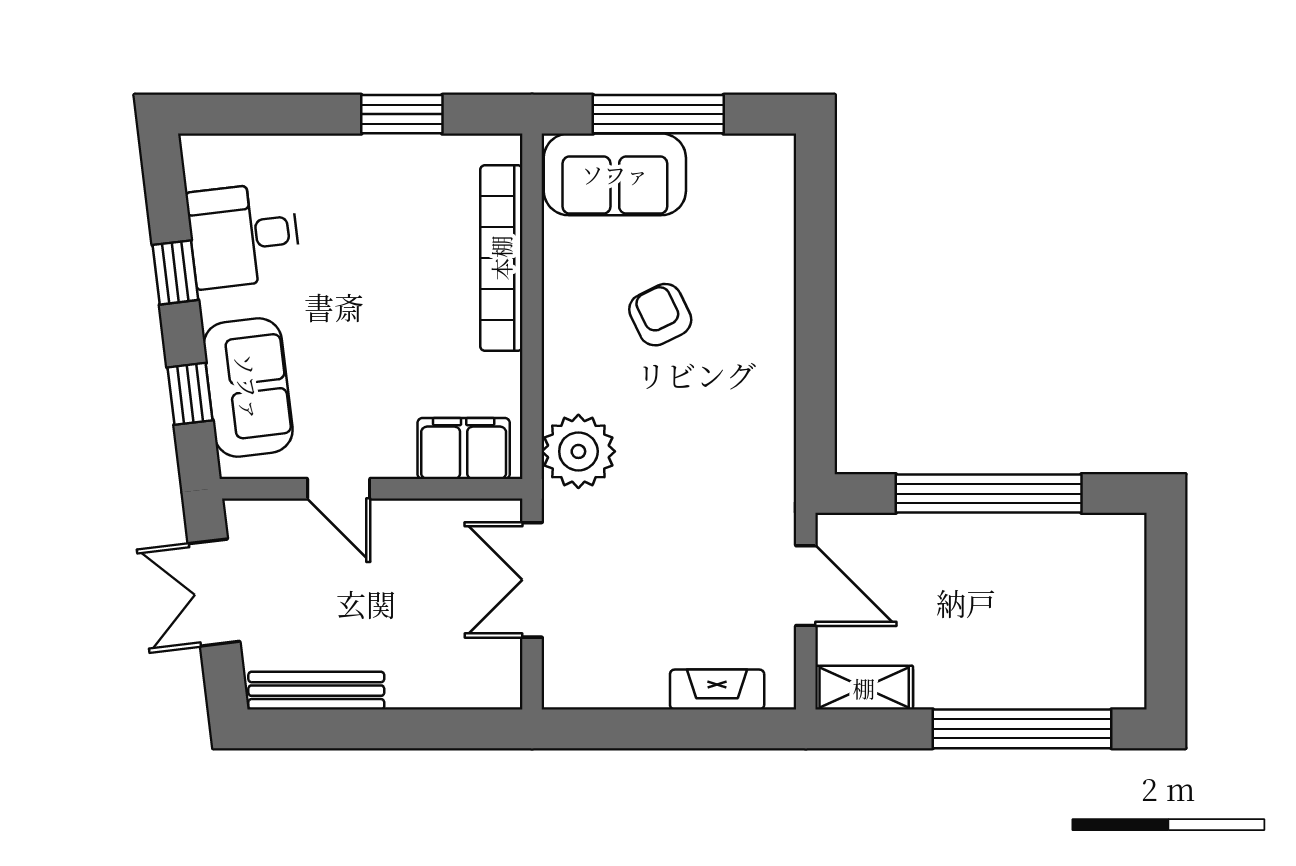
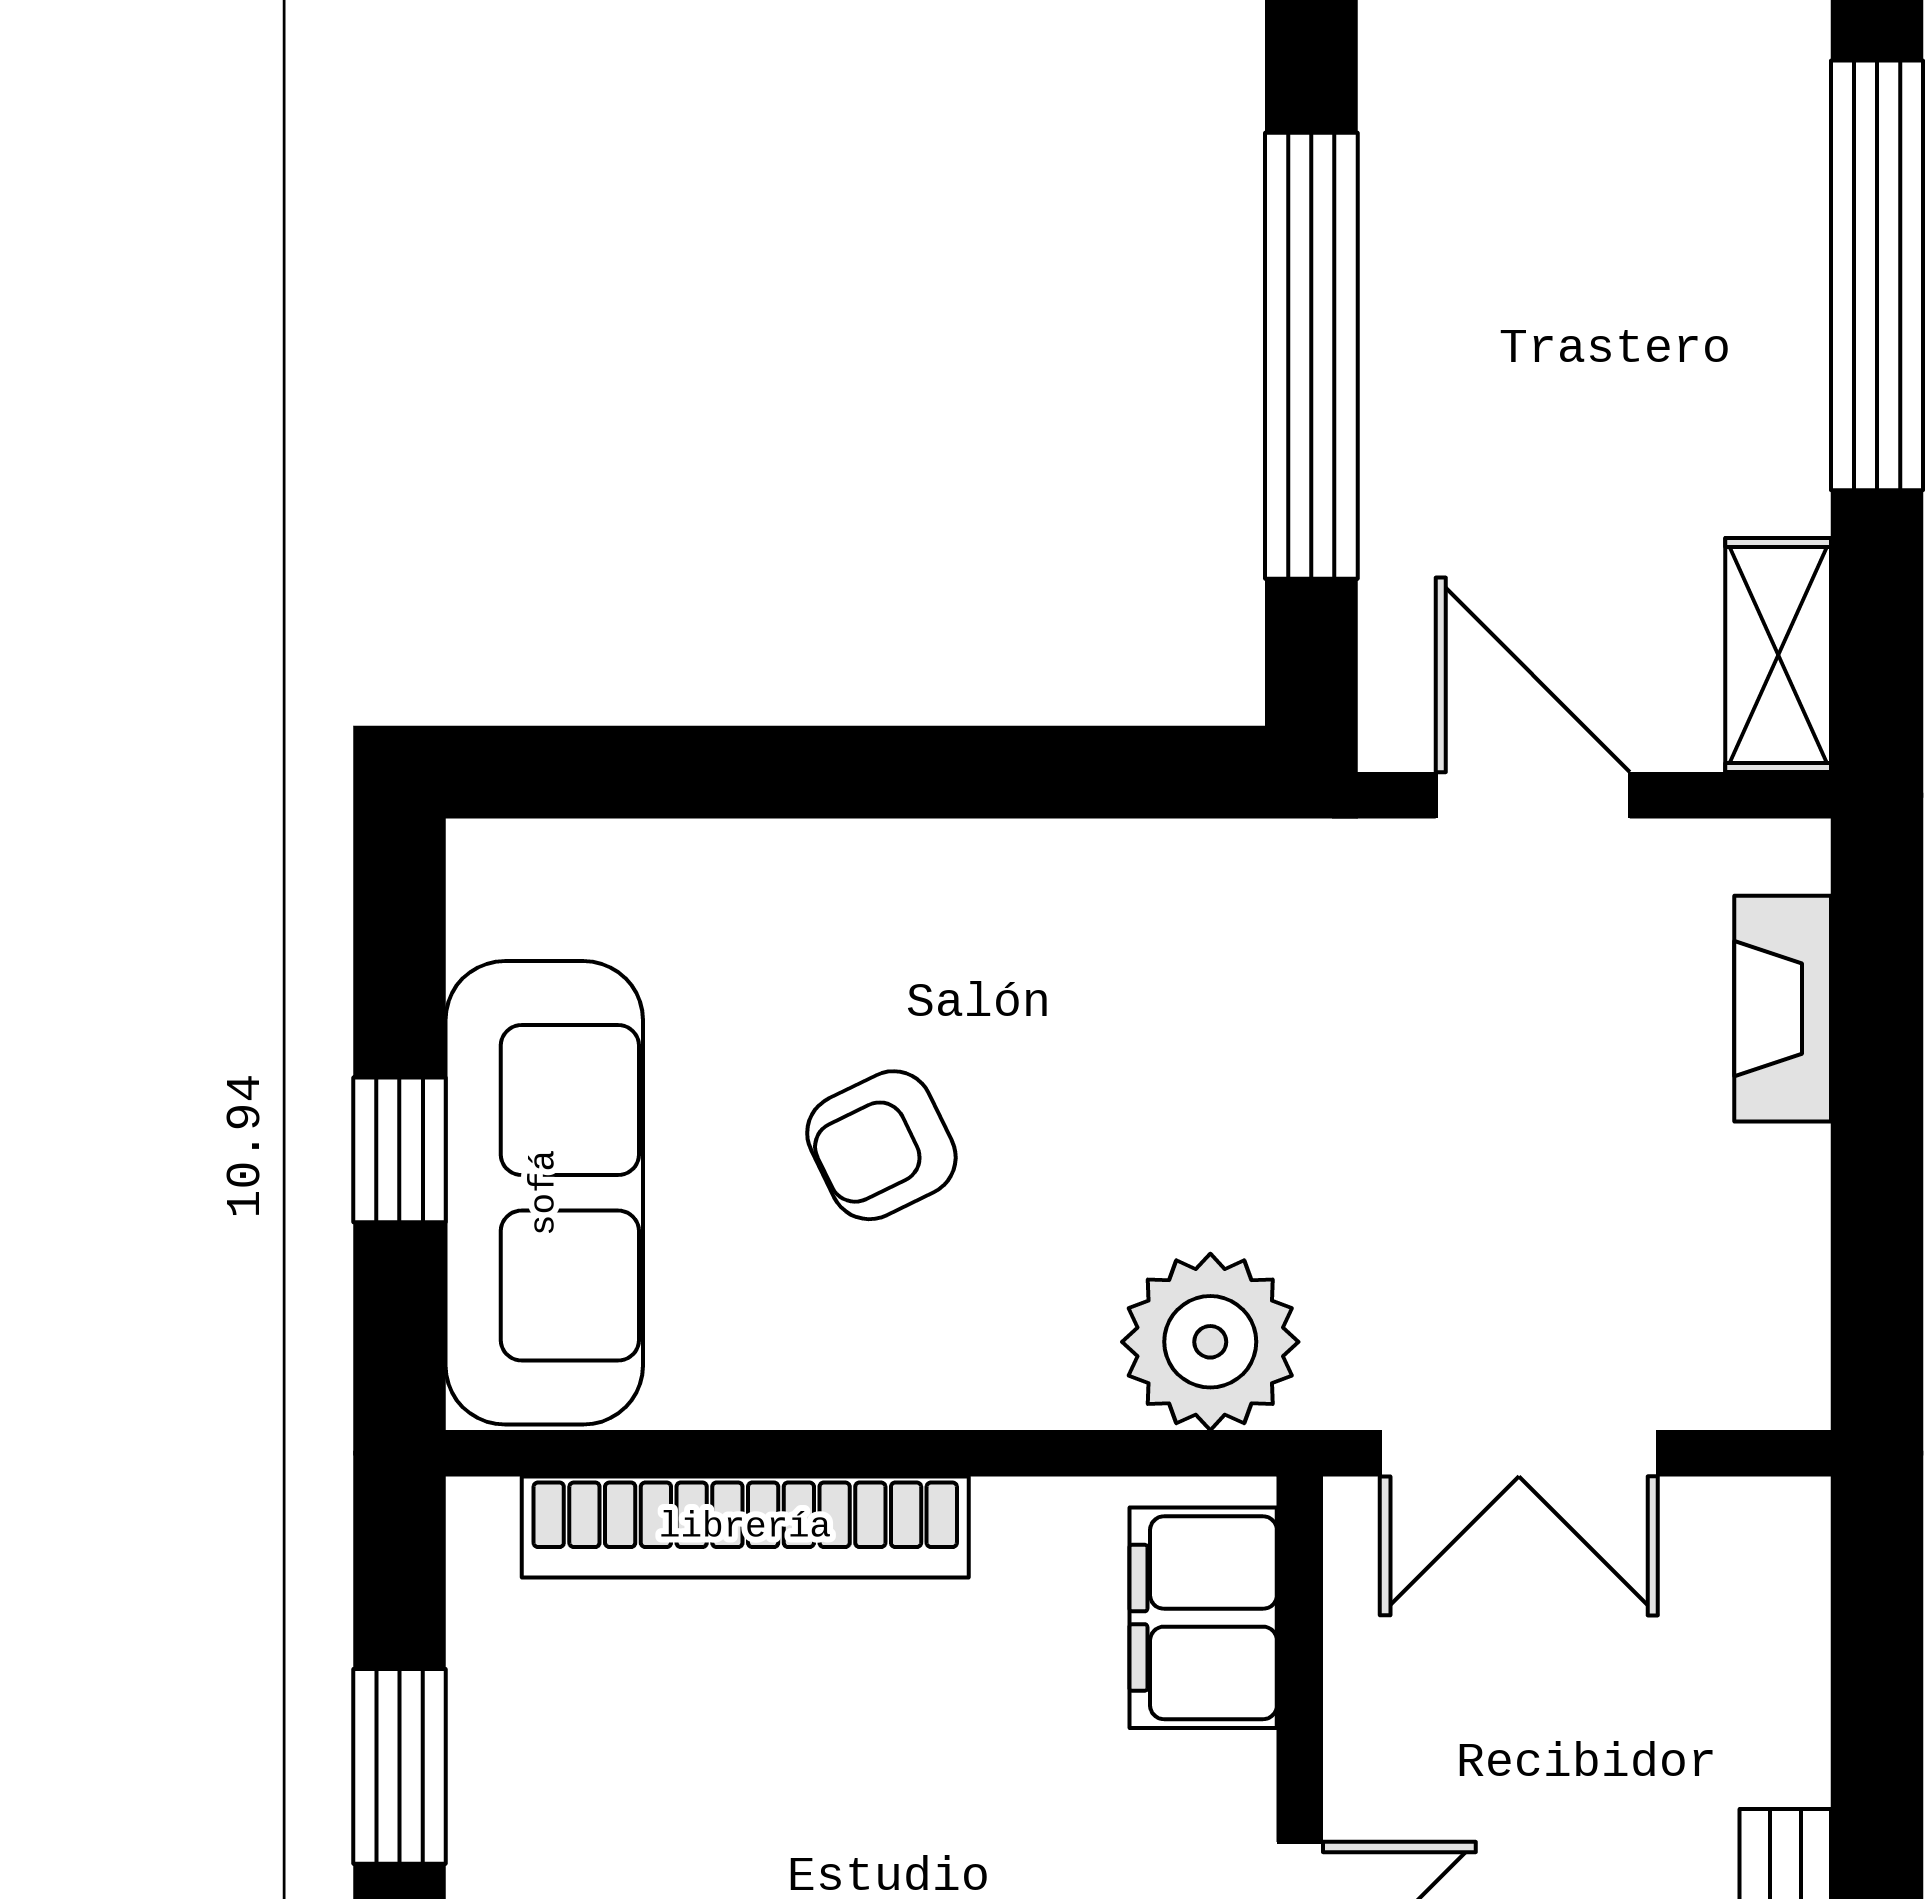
window: (658, 114) -> (399, 1150), width x0.46
sofa: (615, 174) -> (544, 1193), width x1.36
door: (806, 586) -> (1533, 795), hinge flipped

